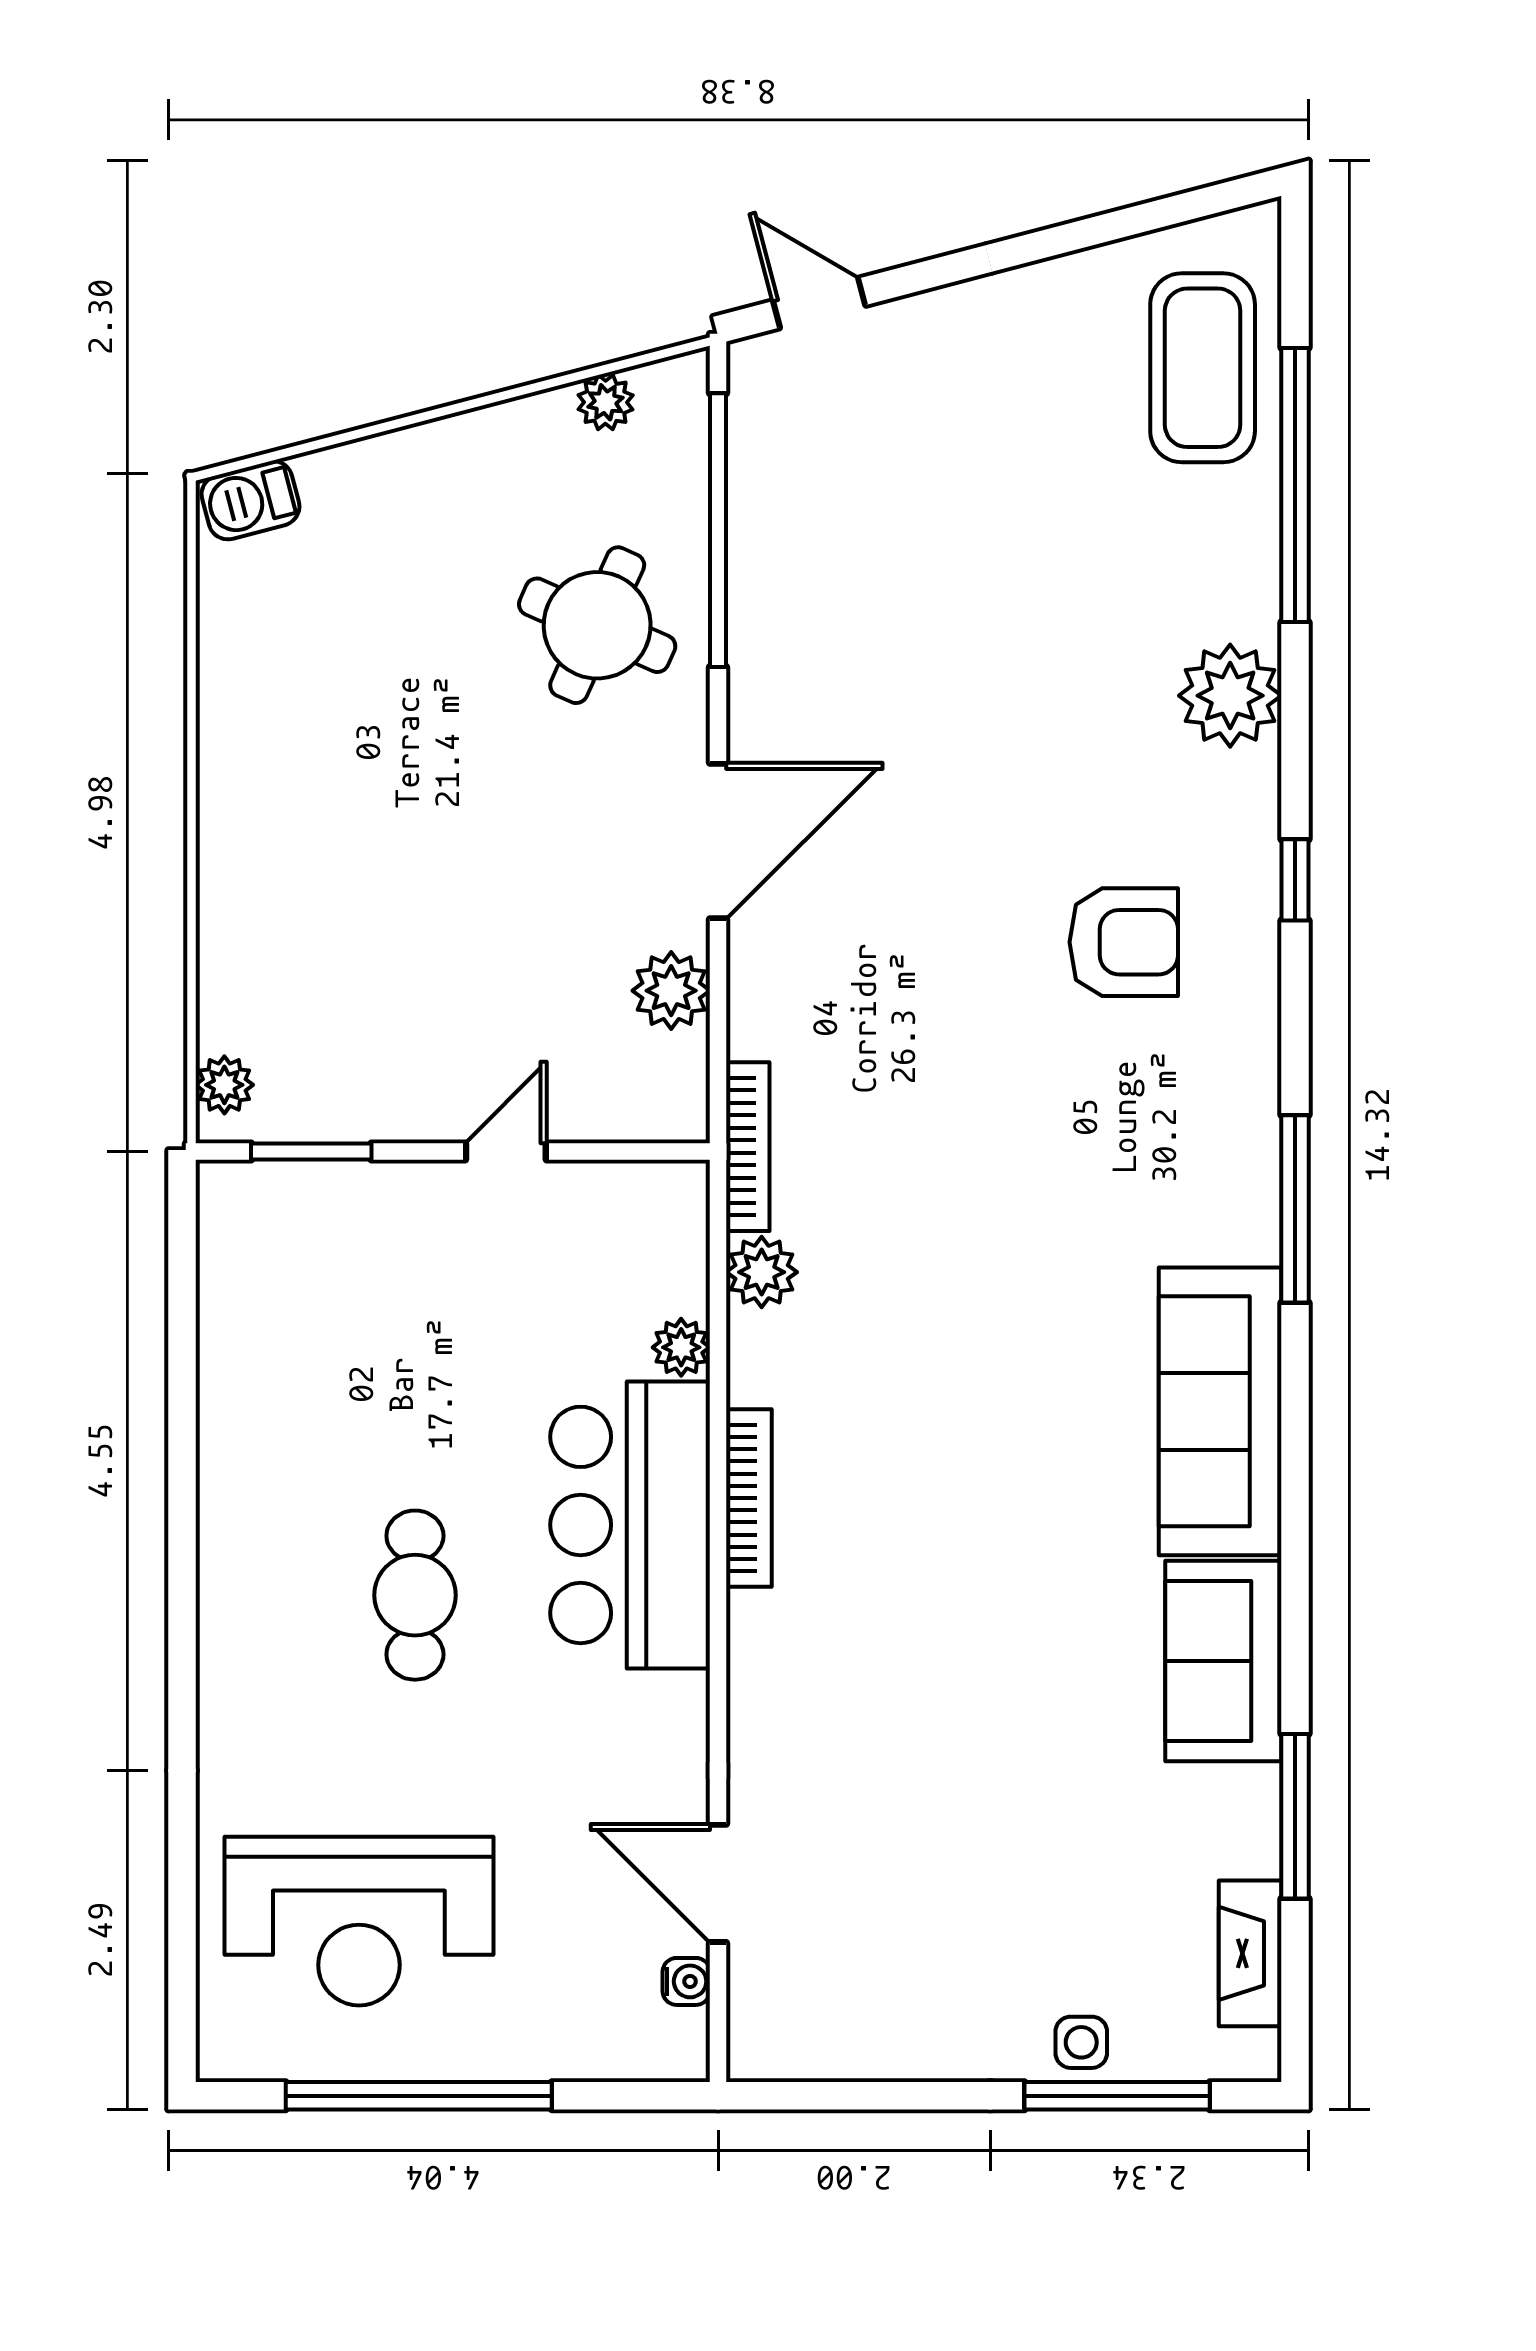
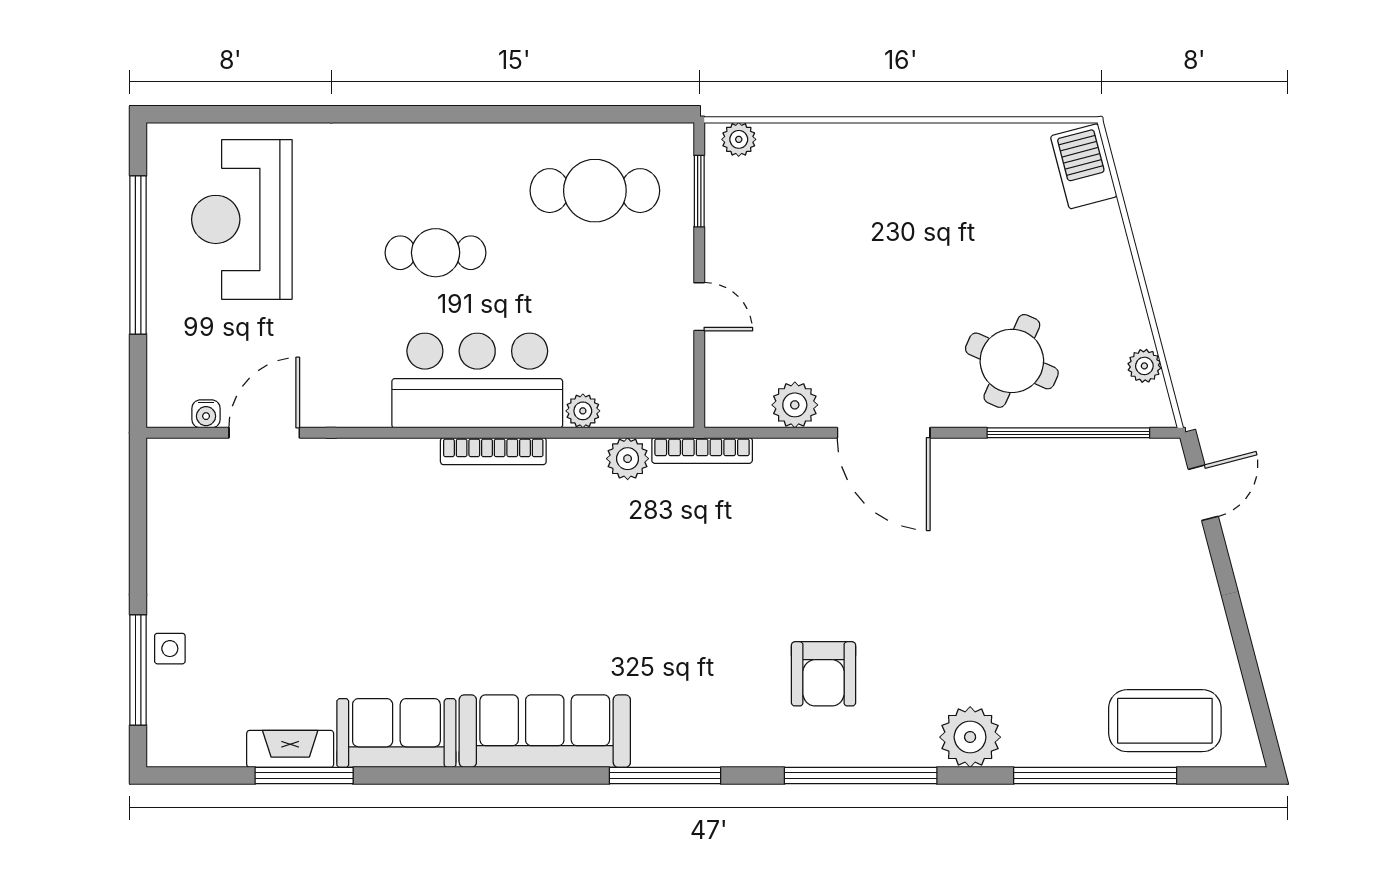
barbecue: (250, 500) -> (1084, 166), width x1.38, depth x1.27
window: (1295, 880) -> (861, 776), width x3.17
cafe table: (310, 1327) -> (595, 191), added
fireplace: (1250, 1953) -> (290, 749), moved

